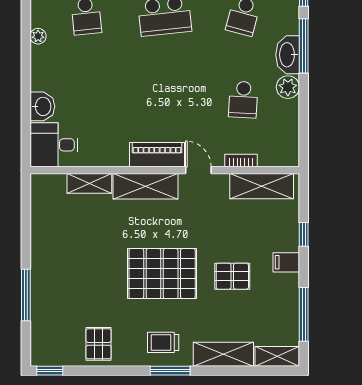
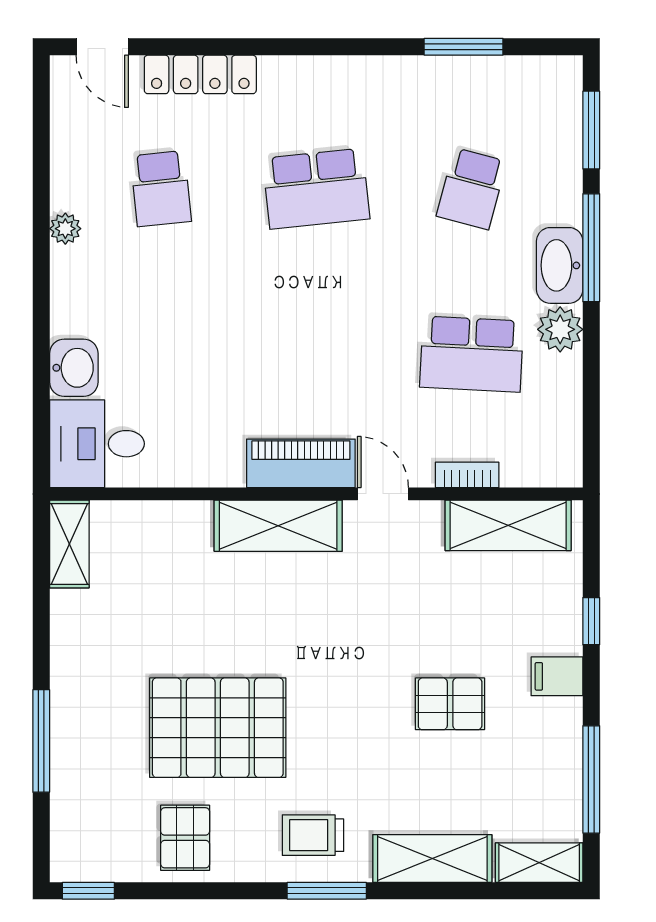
school desk: (243, 100) -> (472, 354), width x1.85
shelving: (89, 183) -> (69, 544), moved, turned 90
pallet: (162, 274) -> (218, 728), moved

